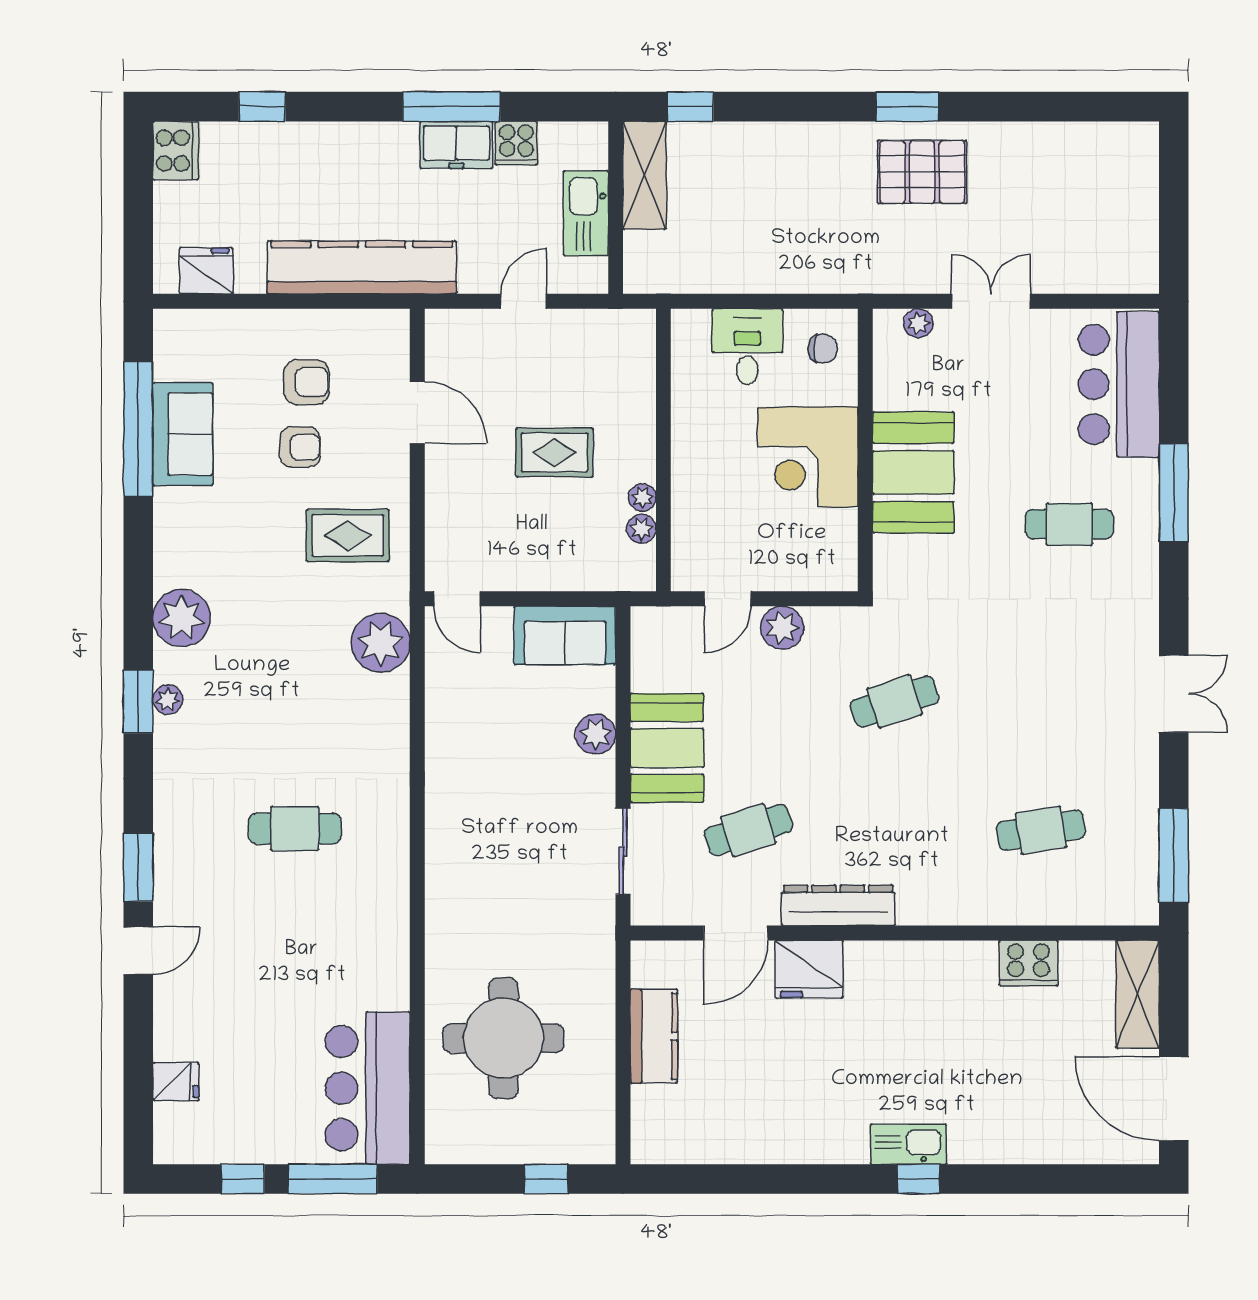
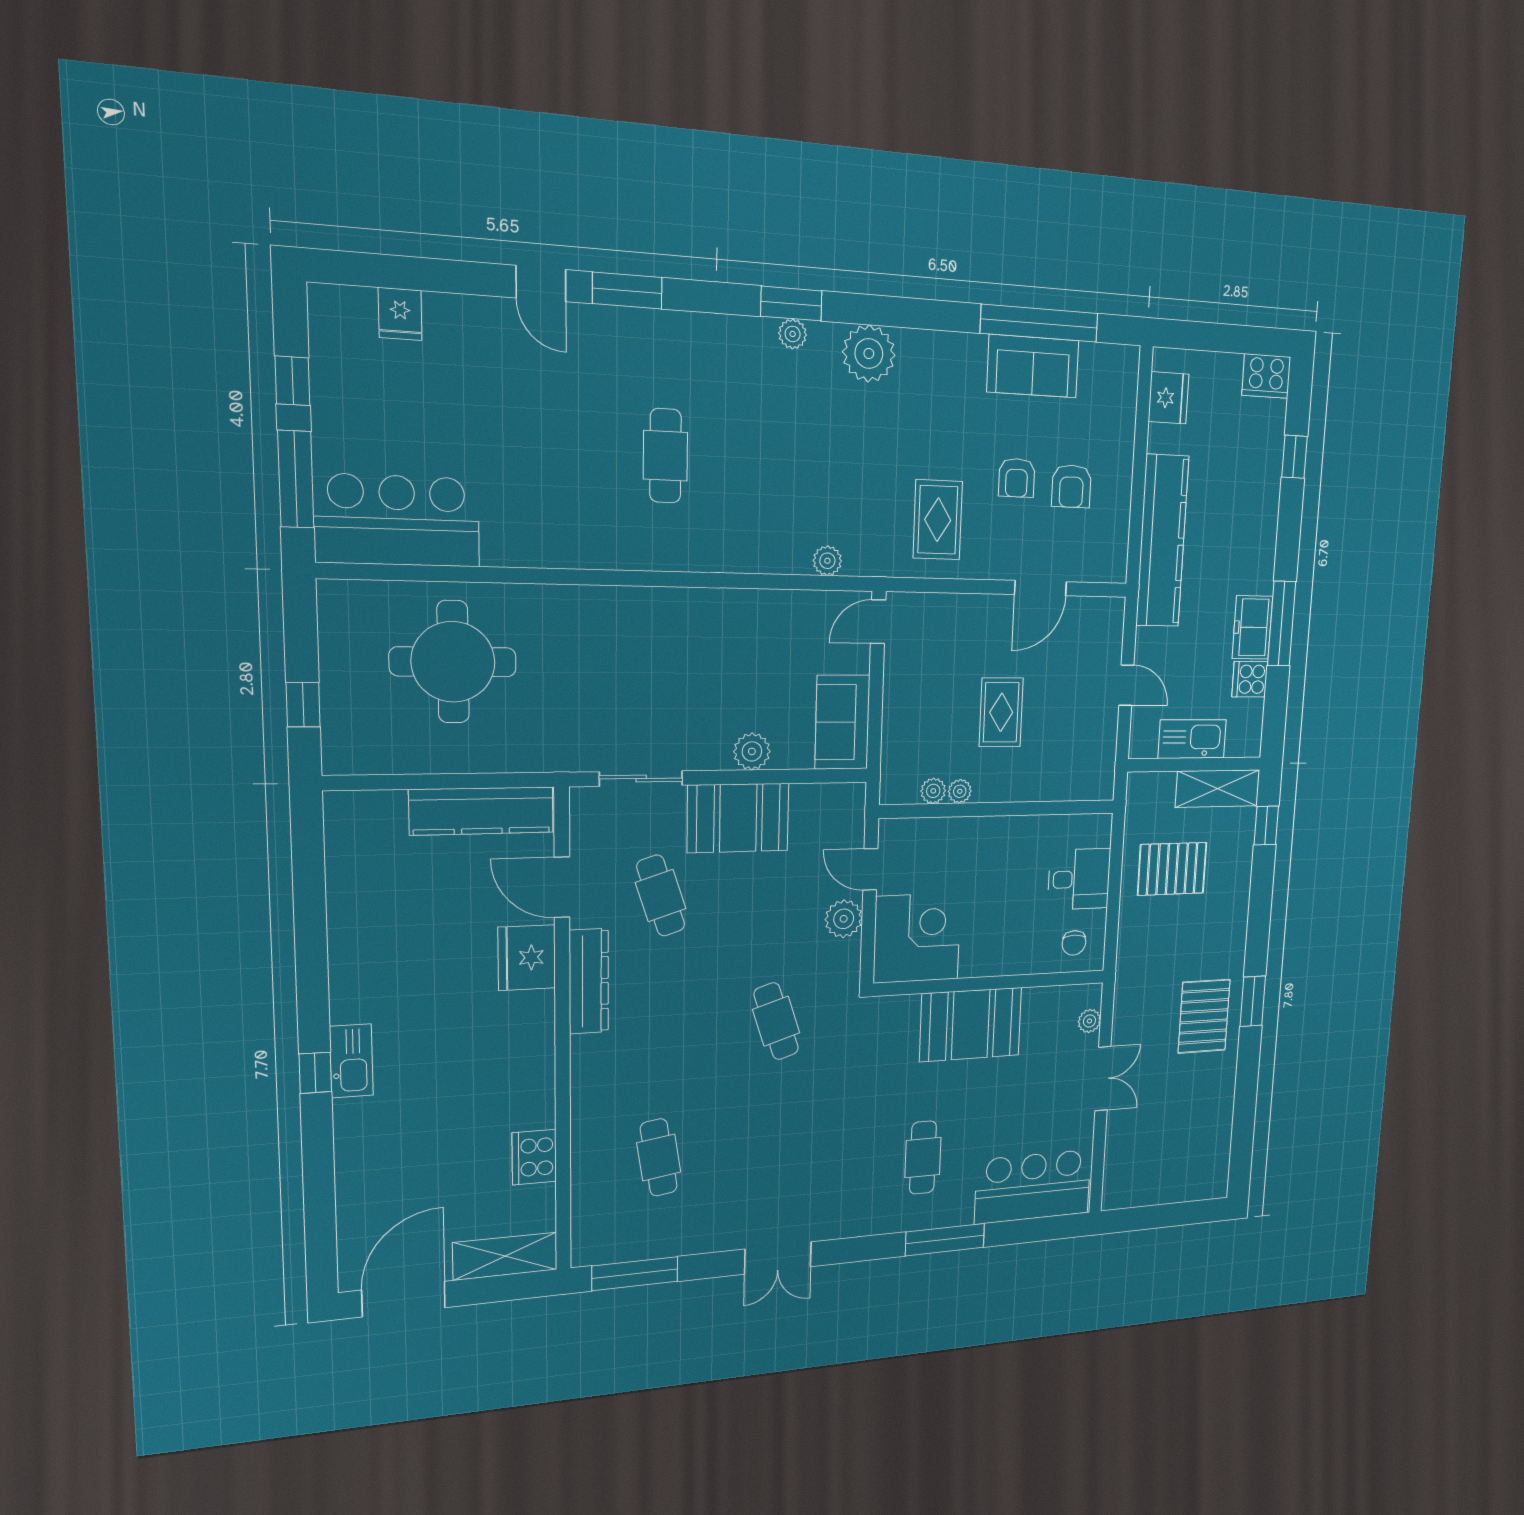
pallet: (739, 228) -> (1172, 869), added
corner desk: (808, 457) -> (917, 938), moved, turned 90
plant: (381, 643) -> (827, 561), width x0.53, depth x0.53
kitchen counter: (654, 1036) -> (482, 811), width x1.50

